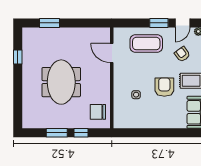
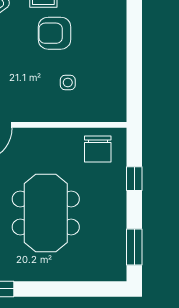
meeting table: (61, 82) -> (46, 213), turned 90
window: (57, 133) -> (134, 247), moved

